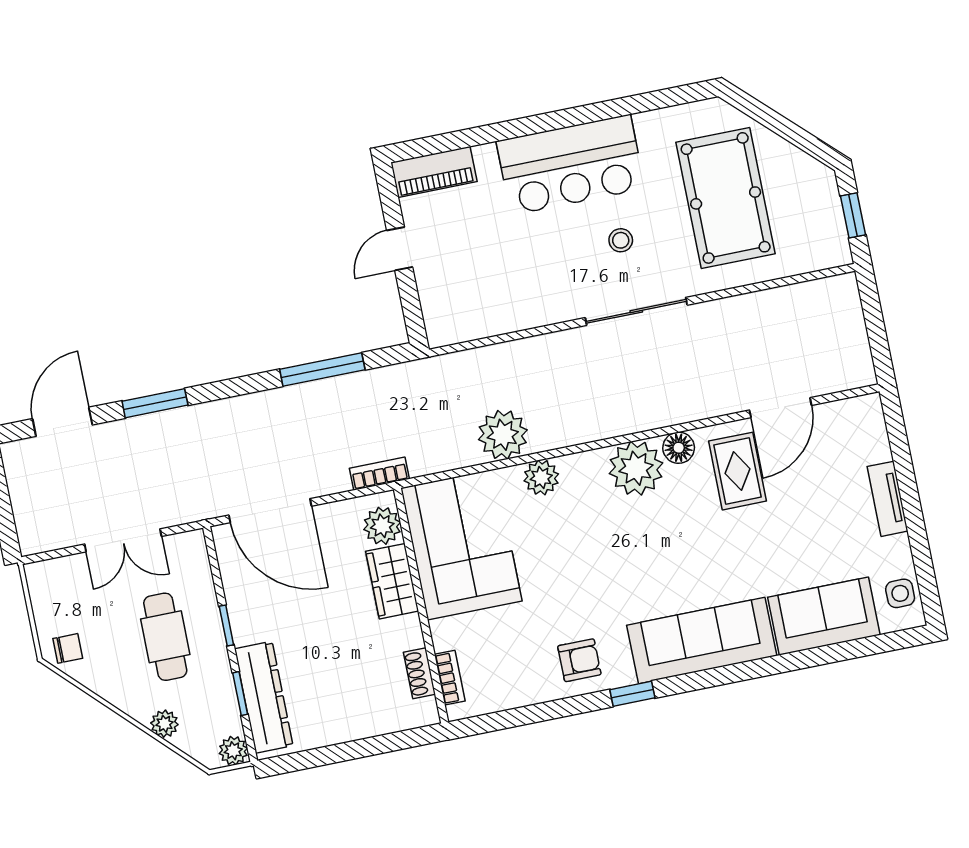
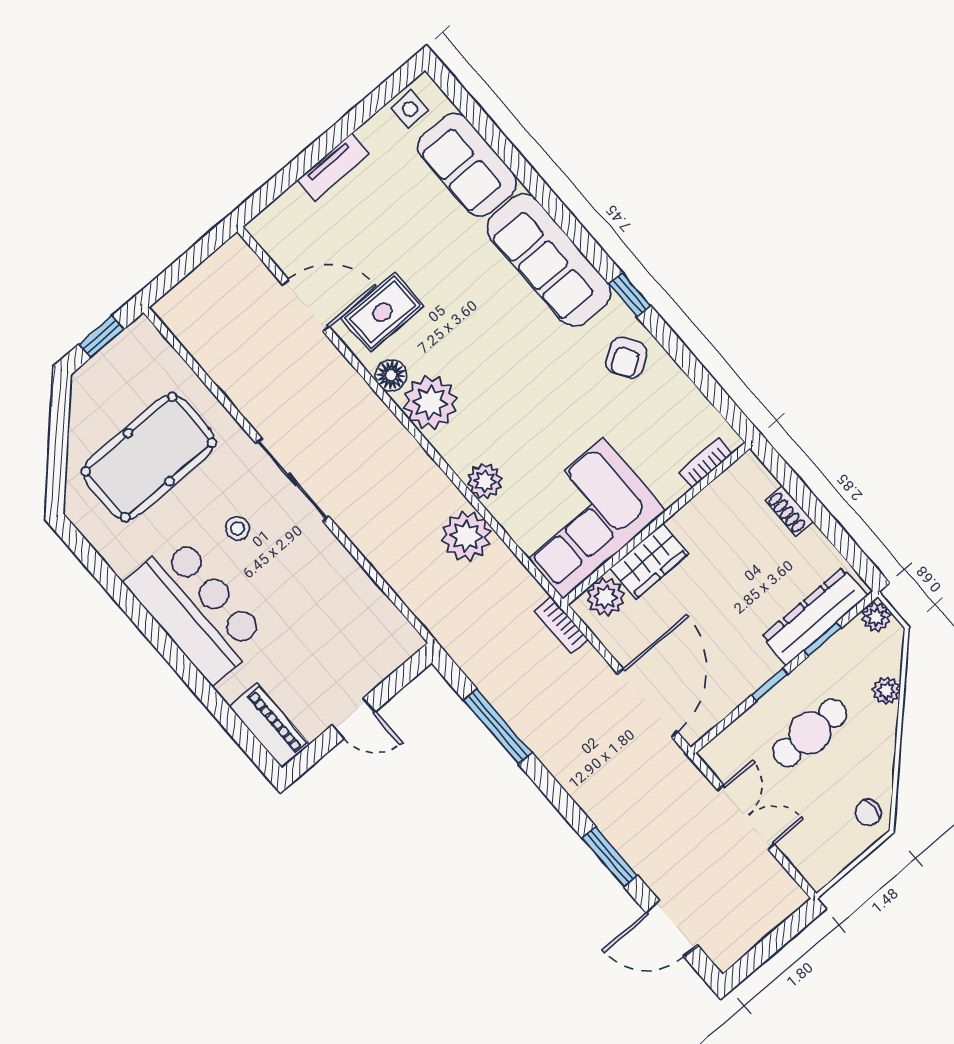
chair: (68, 648) -> (868, 813), turned -90
armchair: (579, 660) -> (626, 358), turned -123
shoe rack: (419, 673) -> (789, 511), moved, turned 90

